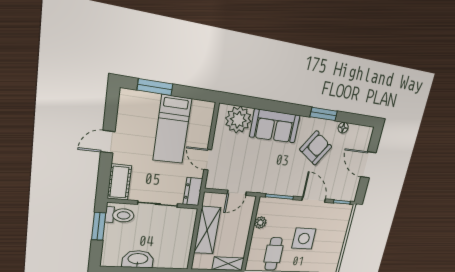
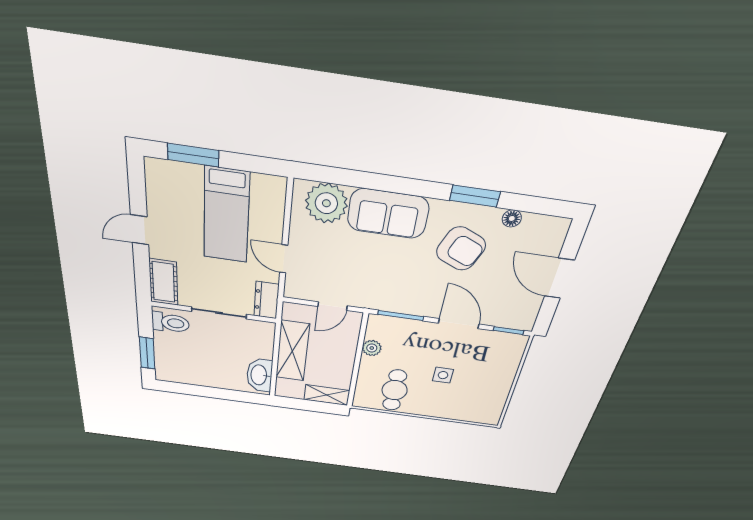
armchair: (316, 148) -> (461, 249), turned 79
window: (99, 226) -> (147, 353), moved
side table: (304, 239) -> (443, 375), width x0.54, depth x0.54
washbasin: (138, 259) -> (259, 375), moved, turned -90

